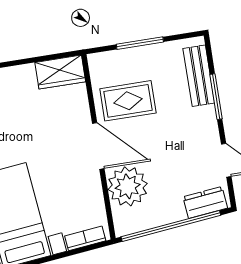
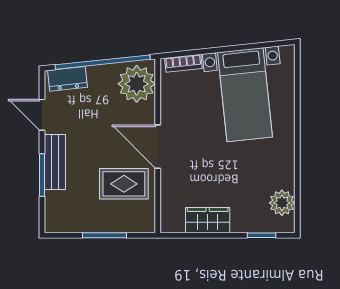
wardrobe: (60, 72) -> (208, 220), moved
bench: (199, 76) -> (55, 162), moved
plant: (128, 186) -> (137, 84), moved

